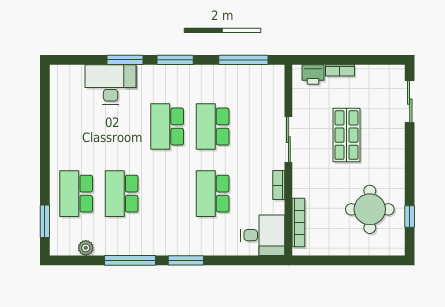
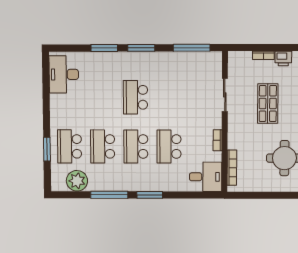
printer: (313, 75) -> (283, 58), moved
desk: (111, 84) -> (64, 74), moved, turned -90
school desk: (213, 127) -> (136, 146), moved
sliding door: (288, 140) -> (225, 95), moved
window: (45, 221) -> (47, 149), moved
plant: (86, 248) -> (77, 181), width x1.87, depth x1.87

